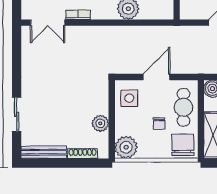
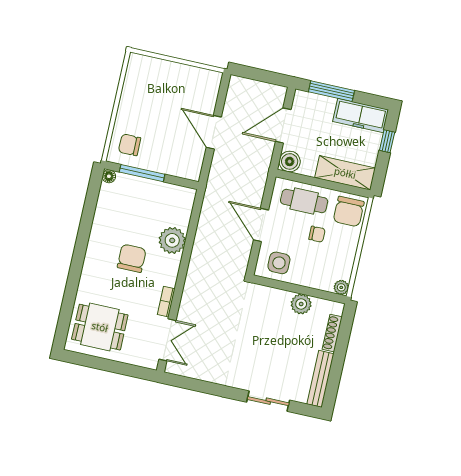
chair: (183, 145) -> (349, 212), turned -90
plant: (126, 147) -> (341, 287), width x0.53, depth x0.53

